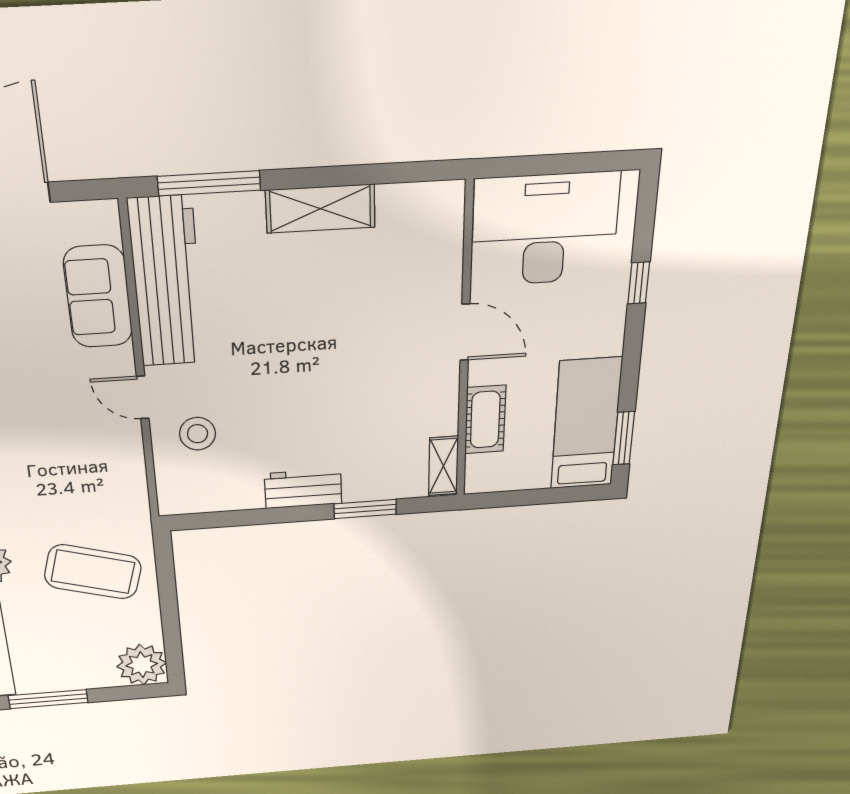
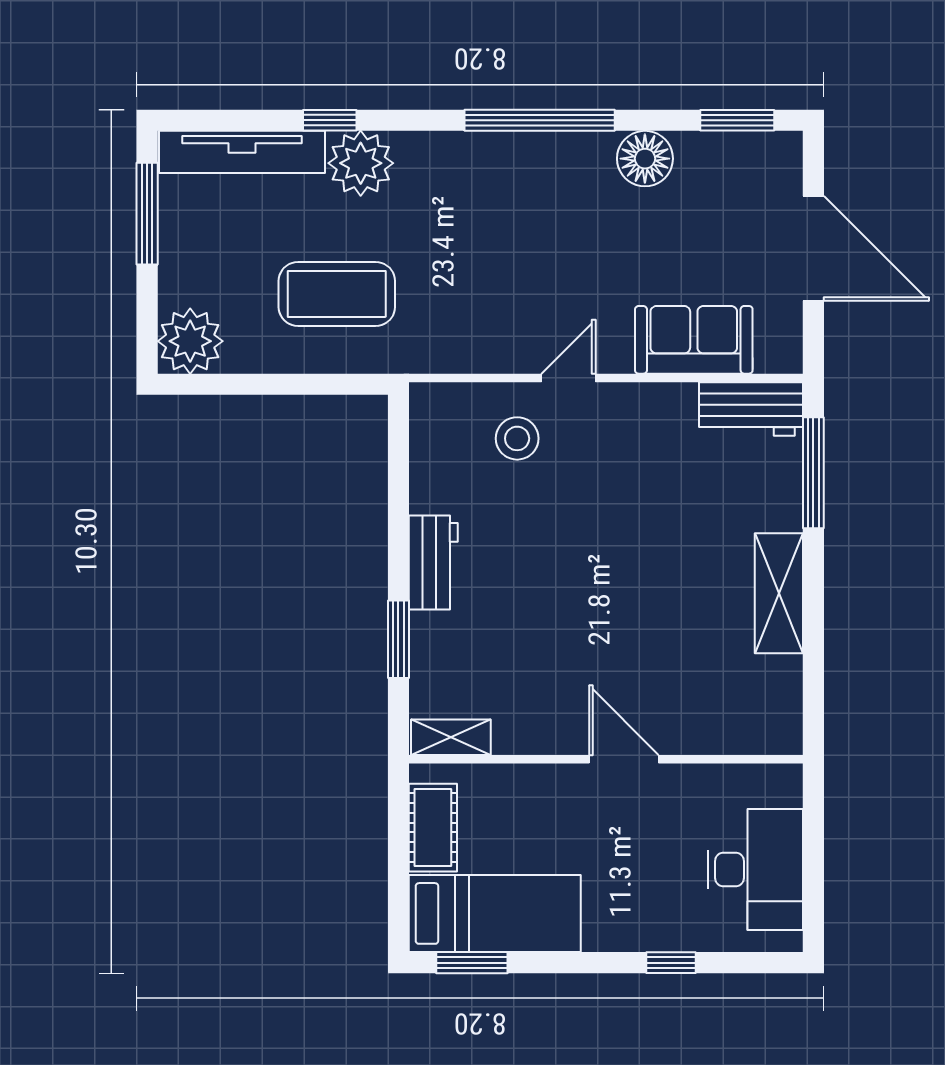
desk: (545, 229) -> (755, 869), width x0.73, depth x0.77
workbench: (167, 282) -> (751, 409), width x0.53, depth x0.76
door: (465, 332) -> (624, 759), swing flipped
cot: (485, 420) -> (433, 828), moved, turned 90
coffee table: (93, 572) -> (337, 294), turned 74

